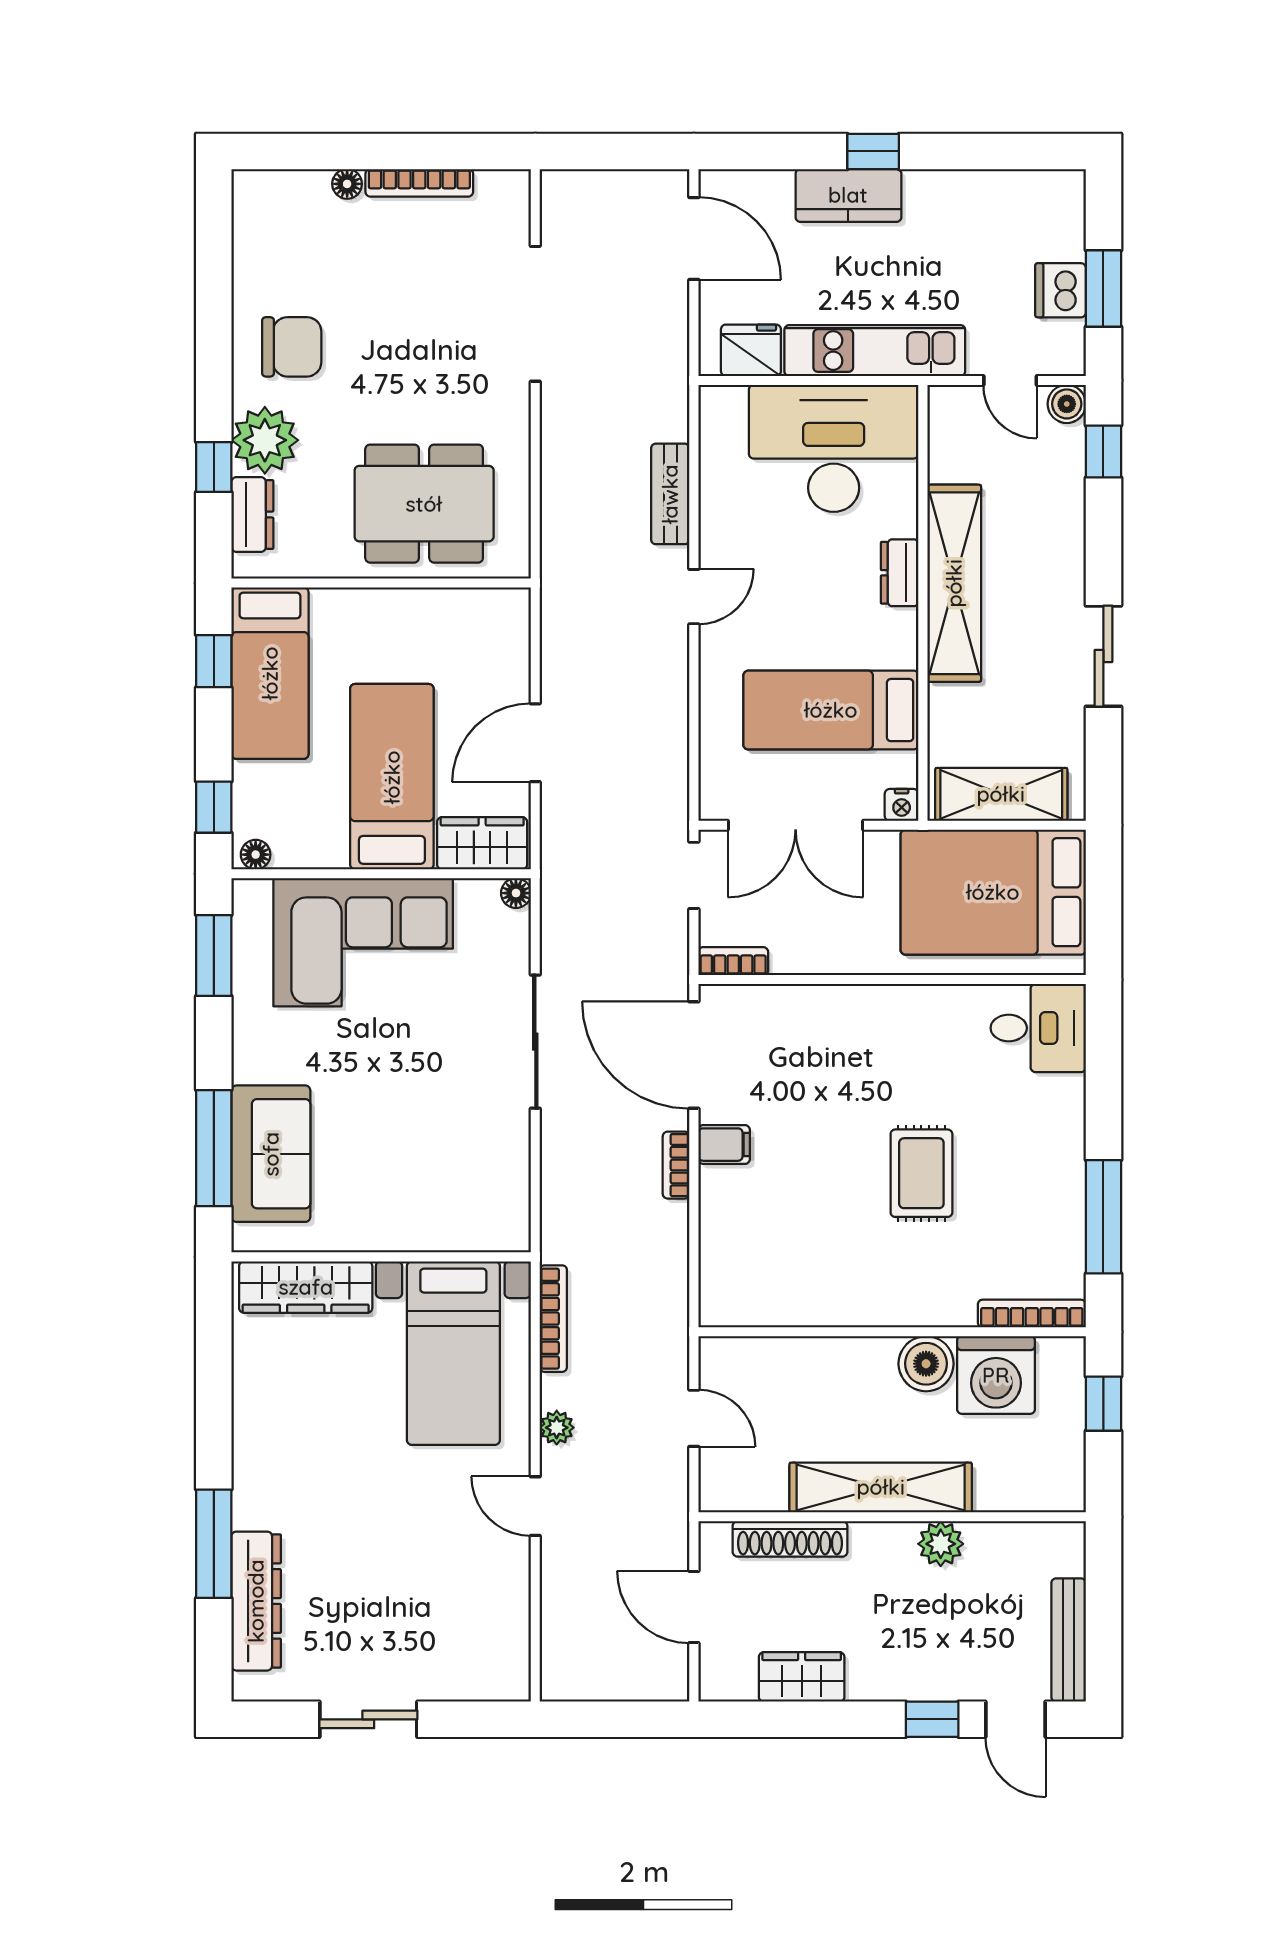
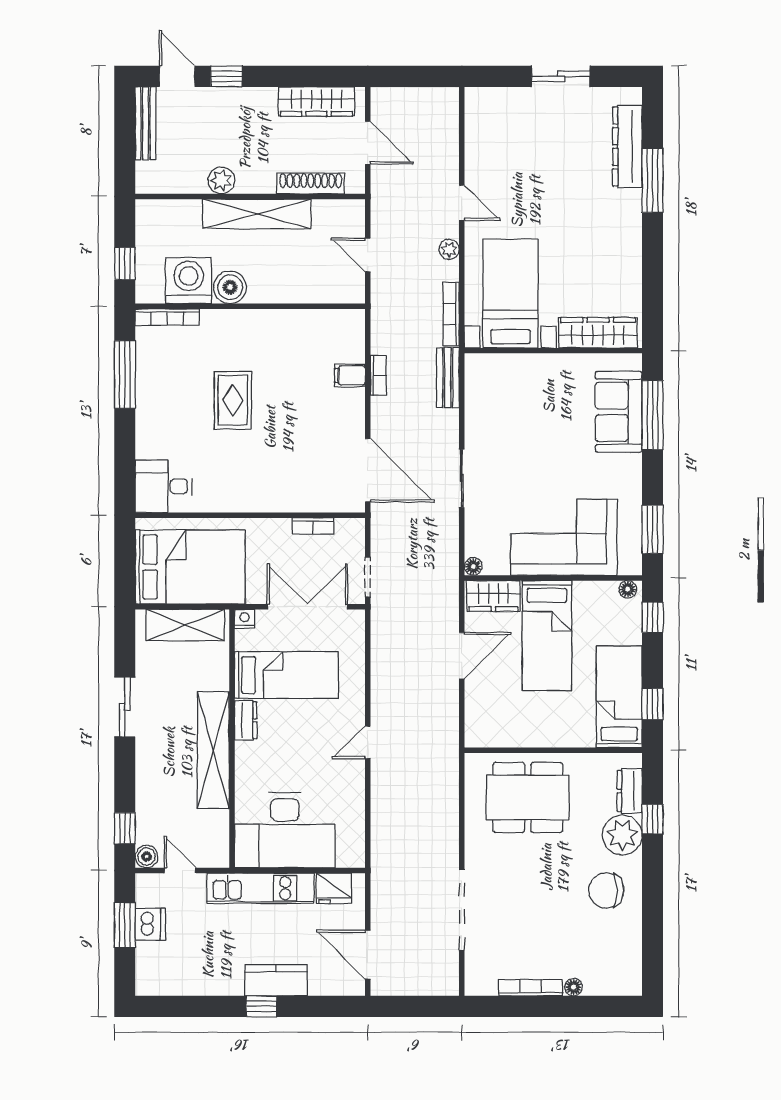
bench: (670, 494) -> (448, 378), moved
dresser: (900, 573) -> (246, 720), moved
bookcase: (733, 961) -> (313, 526), moved
sliding door: (535, 1042) -> (462, 478), width x0.73
filing cabinet: (724, 1145) -> (350, 375), moved
bookcase: (676, 1165) -> (378, 375), moved
wardrobe: (802, 1677) -> (316, 101), width x1.50

